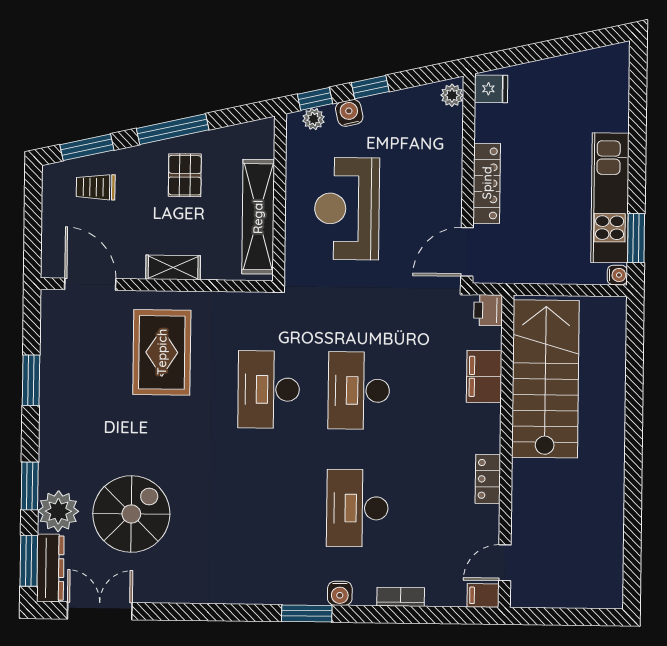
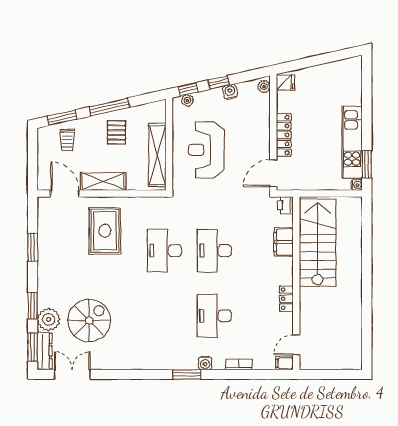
water cooler: (349, 113) -> (230, 92), moved
trolley: (96, 187) -> (67, 140), turned -90
shelving: (173, 267) -> (103, 181), width x1.50, depth x1.33

